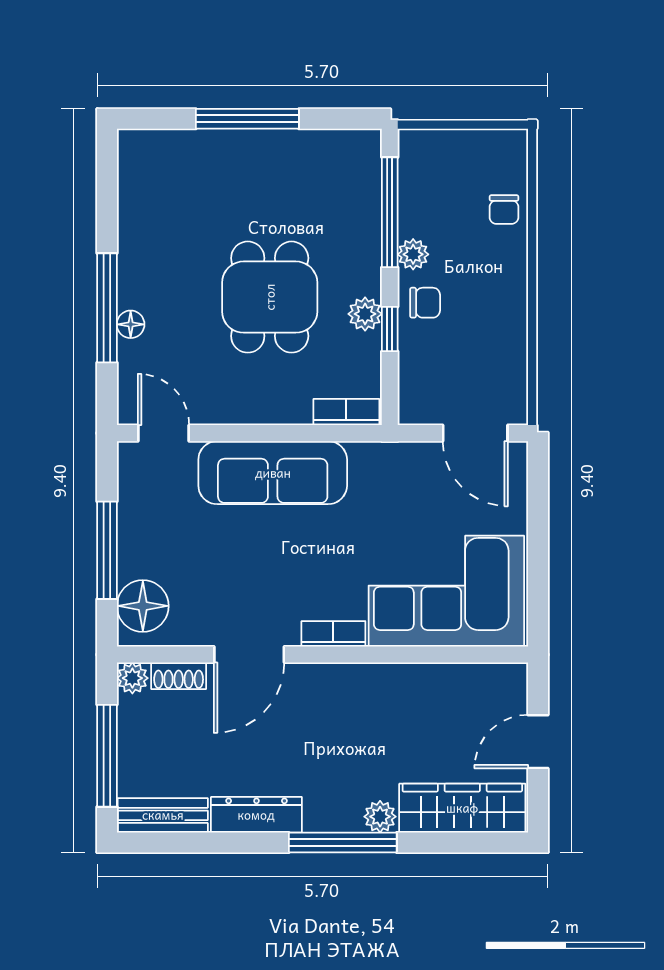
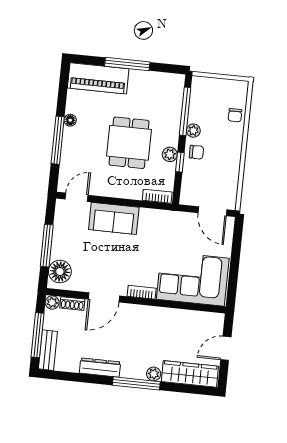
piano: (184, 158) -> (98, 78), added
floor lamp: (131, 324) -> (70, 120), moved
door: (163, 433) -> (77, 197), hinge flipped
sofa: (273, 473) -> (114, 218), width x0.73
bench: (163, 815) -> (48, 350), moved, turned 90

